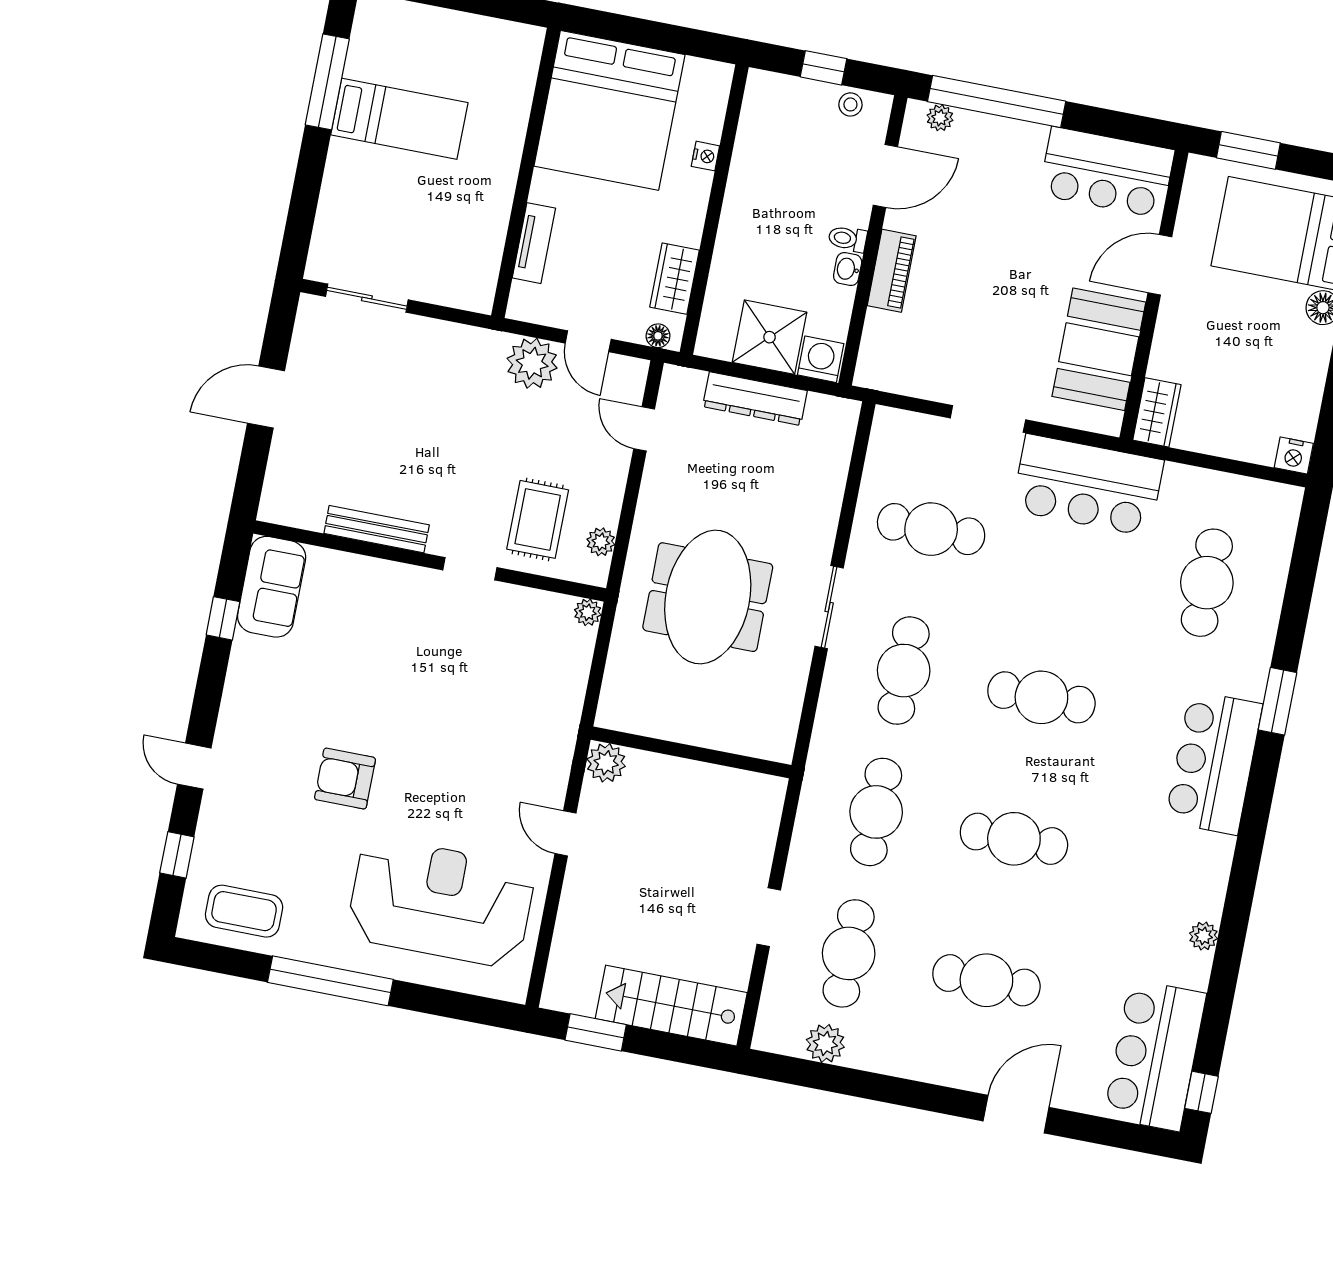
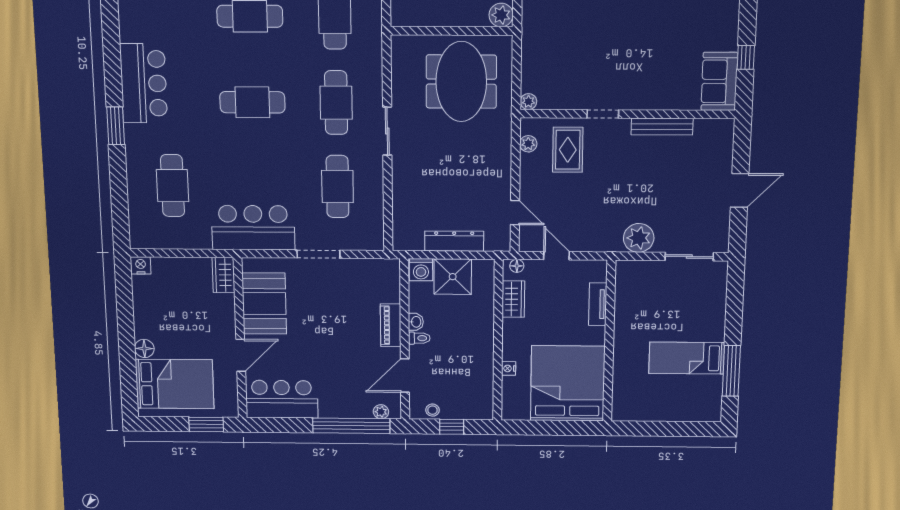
plant: (532, 363) -> (639, 238), moved
cafe table: (931, 529) -> (338, 187), turned 90
meeting table: (708, 597) -> (461, 82), moved

